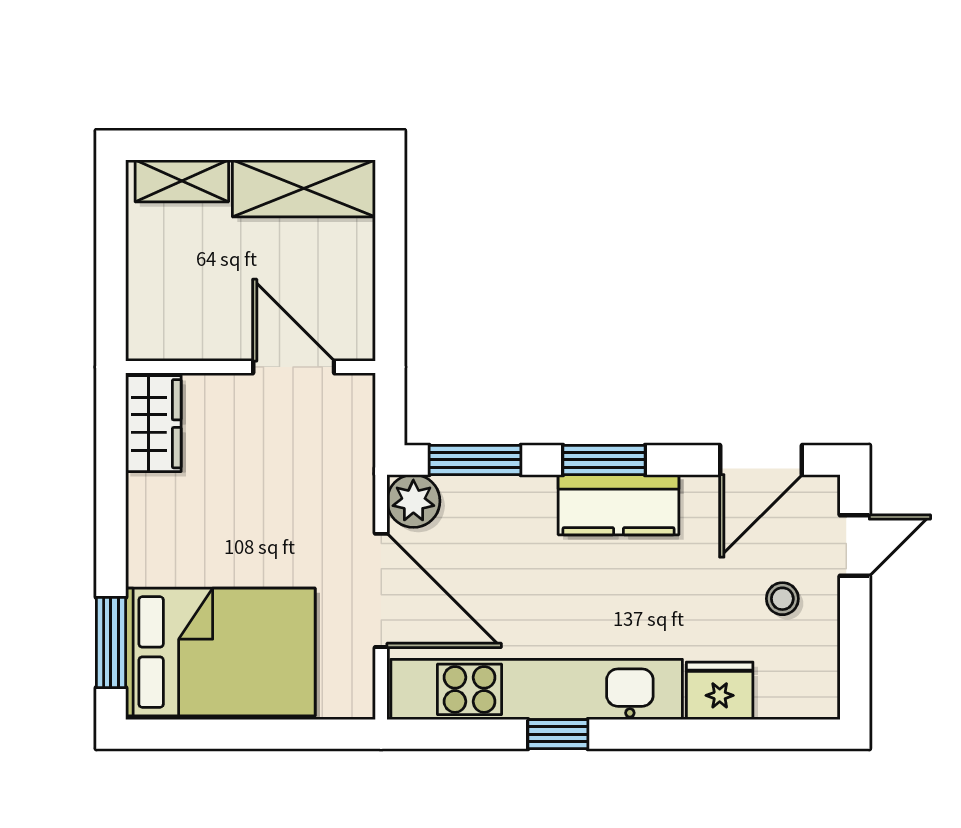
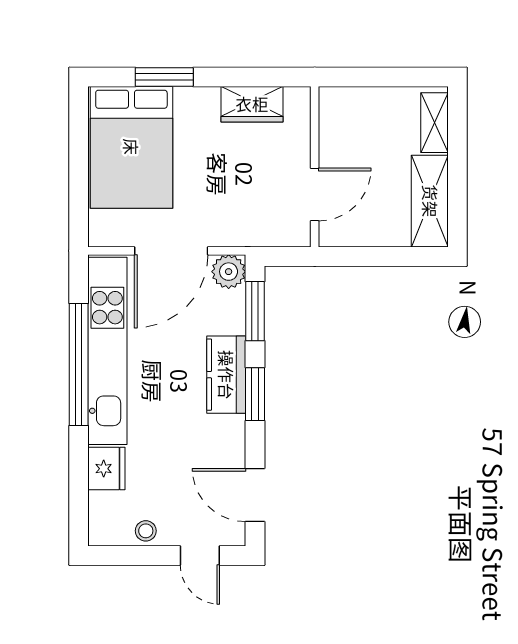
wardrobe: (153, 424) -> (252, 104), moved
kitchen counter: (619, 505) -> (226, 375), moved
stool: (782, 599) -> (146, 531), moved
window: (111, 643) -> (164, 77), moved
window: (558, 734) -> (79, 365), width x3.17

